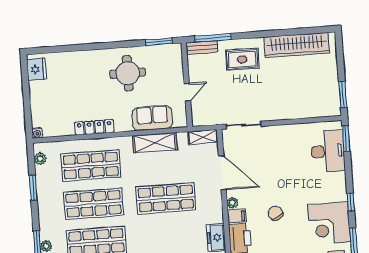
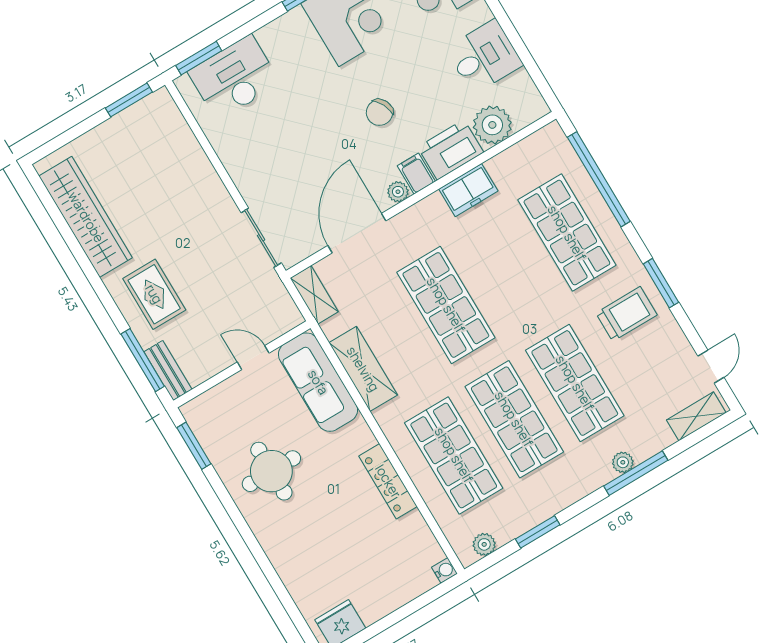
sofa: (152, 118) -> (318, 382), width x1.36

